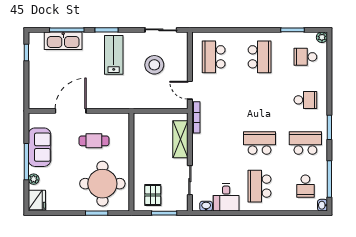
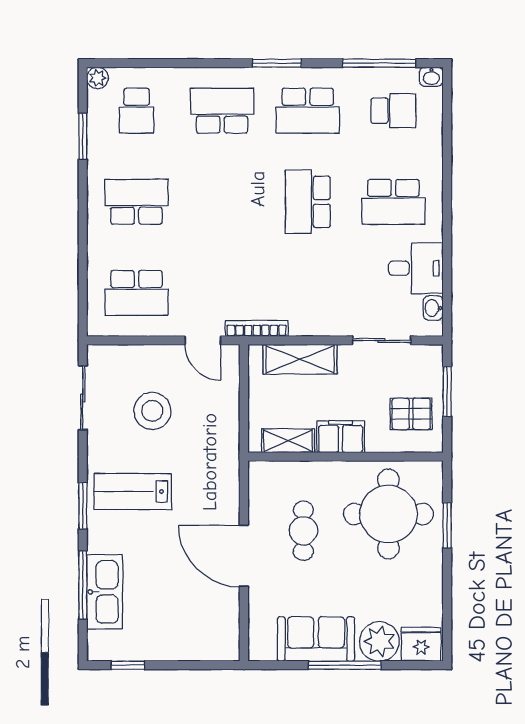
door: (190, 90) -> (203, 340), hinge flipped
school desk: (305, 100) -> (222, 111), width x1.85
door: (71, 111) -> (244, 556), moved
shelving: (139, 133) -> (288, 441), added
school desk: (305, 143) -> (308, 111), turned -90
filing cabinet: (141, 160) -> (341, 437), added
plant: (34, 179) -> (379, 641), width x1.88, depth x1.88

